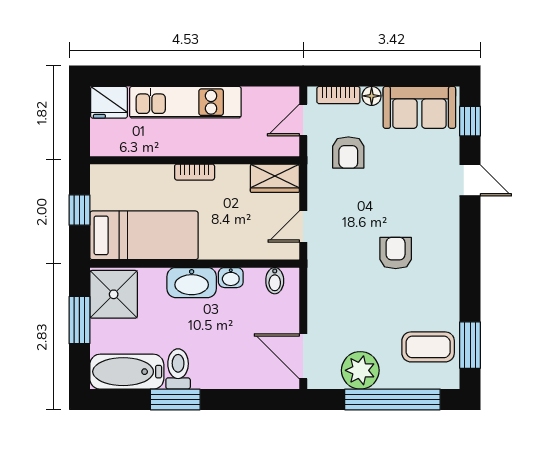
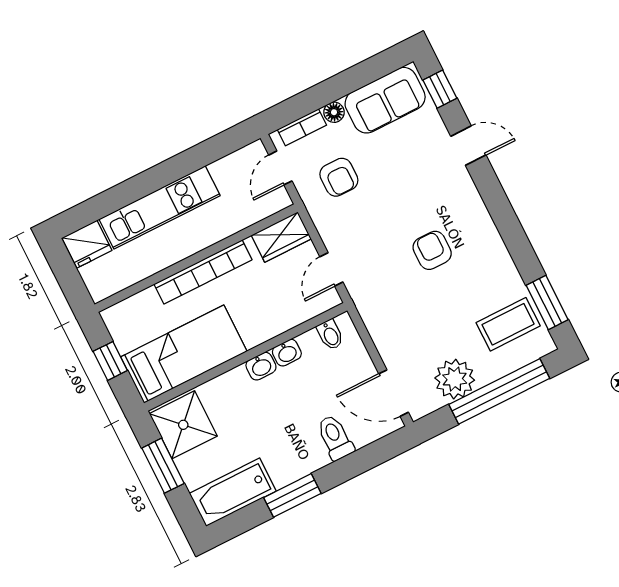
bookcase: (195, 172) -> (203, 272), width x2.31, depth x1.31
washbasin: (192, 283) -> (261, 366), width x0.52, depth x0.69
toilet: (178, 369) -> (335, 438), moved

